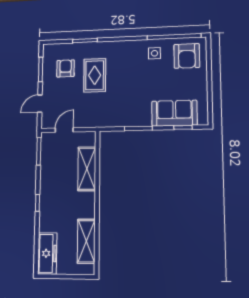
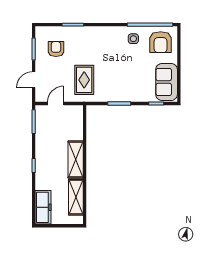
rug: (95, 75) -> (84, 80), moved
sofa: (174, 113) -> (167, 82), moved, turned -90
shelving: (87, 169) -> (76, 159), moved

